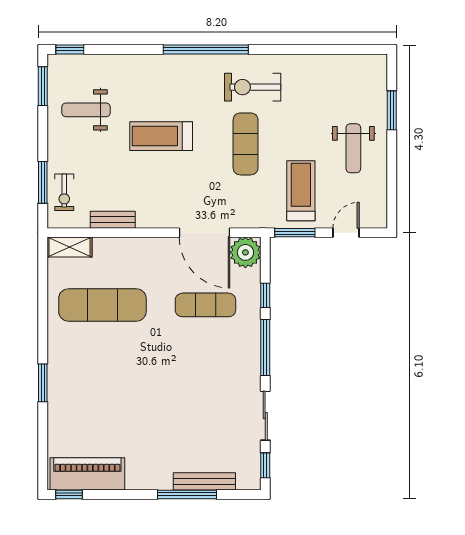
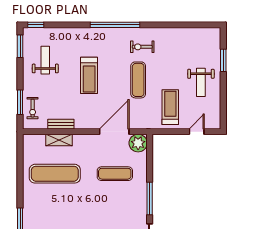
exercise bike: (253, 87) -> (142, 47), width x0.73, depth x0.72
weight bench: (86, 110) -> (45, 60), turned 90
treadmill: (161, 136) -> (89, 75), turned -90
door: (205, 233) -> (114, 132), swing flipped
window: (295, 233) -> (167, 132), removed
shelving: (69, 247) -> (59, 140), moved
window: (265, 295) -> (150, 168), removed

